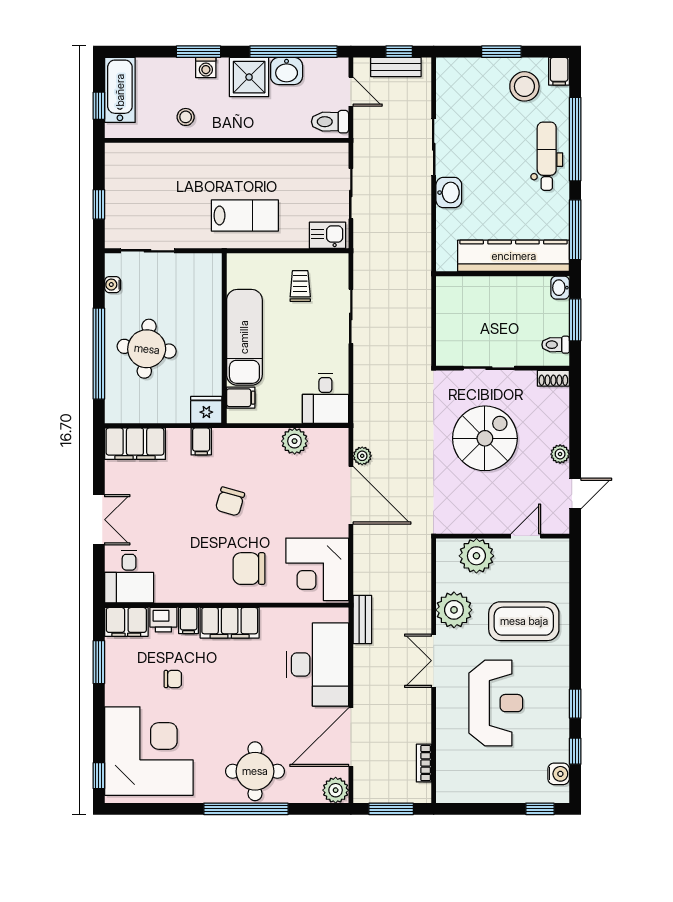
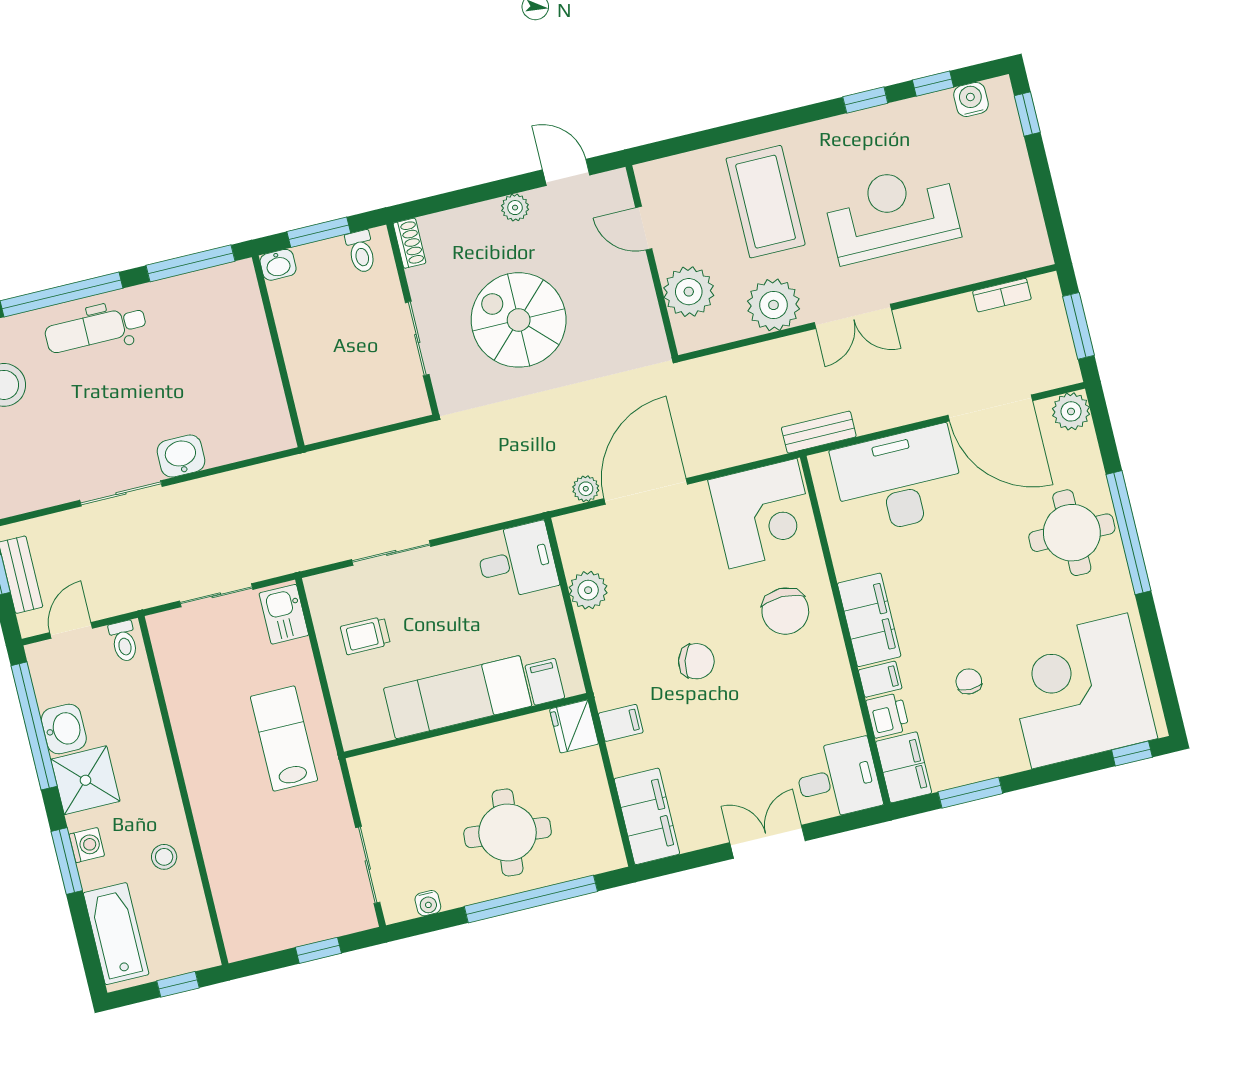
bathtub: (120, 90) -> (116, 934), moved, turned 90
toilet: (330, 122) -> (124, 641), width x0.73, depth x0.72
kitchen counter: (514, 256) -> (249, 342), removed

